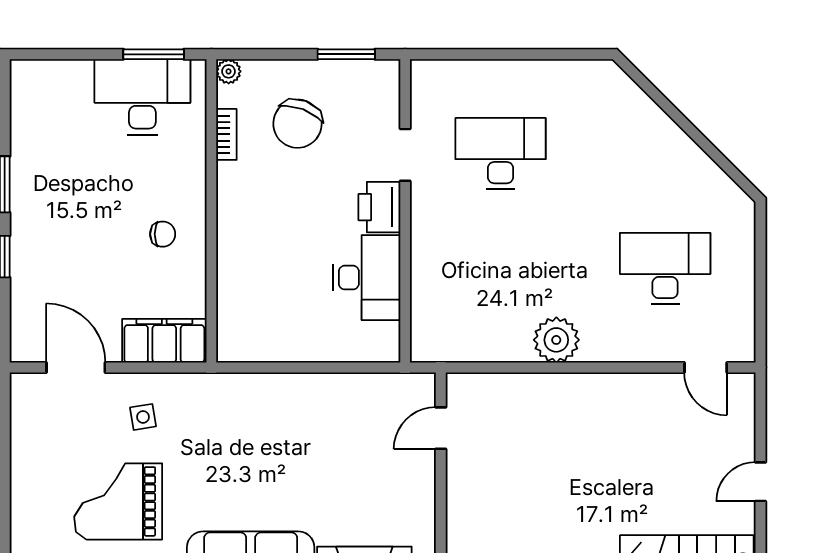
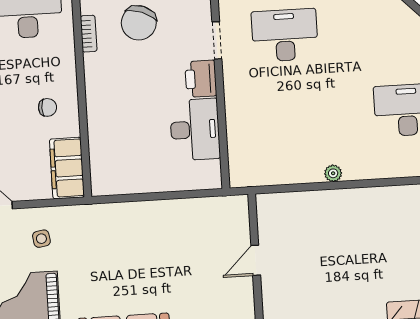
plant: (556, 340) -> (333, 173), width x0.53, depth x0.53
filing cabinet: (164, 341) -> (67, 168), moved, turned -90
door: (441, 428) -> (256, 260), moved

